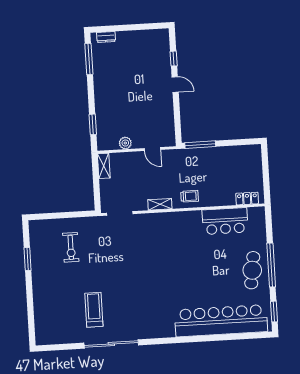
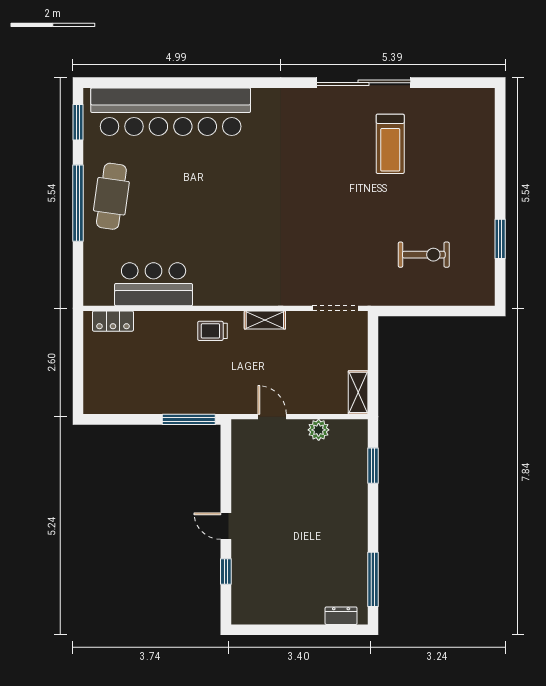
exercise bike: (71, 247) -> (424, 255), turned 90

